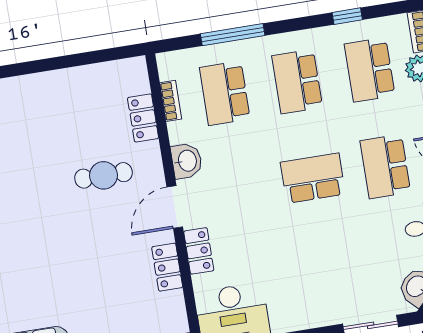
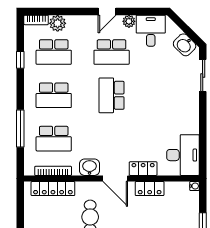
bookcase: (171, 101) -> (53, 171), width x1.56
locker: (143, 118) -> (53, 189), width x1.53

